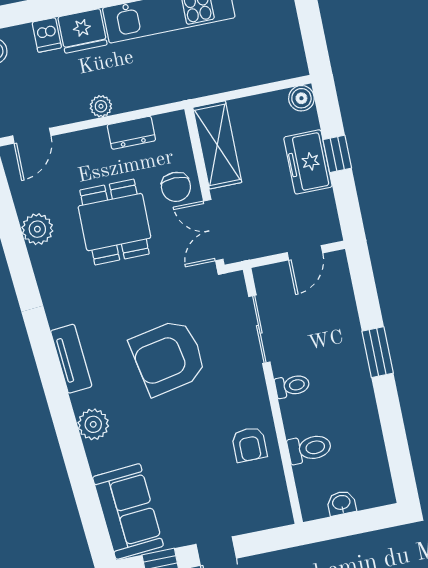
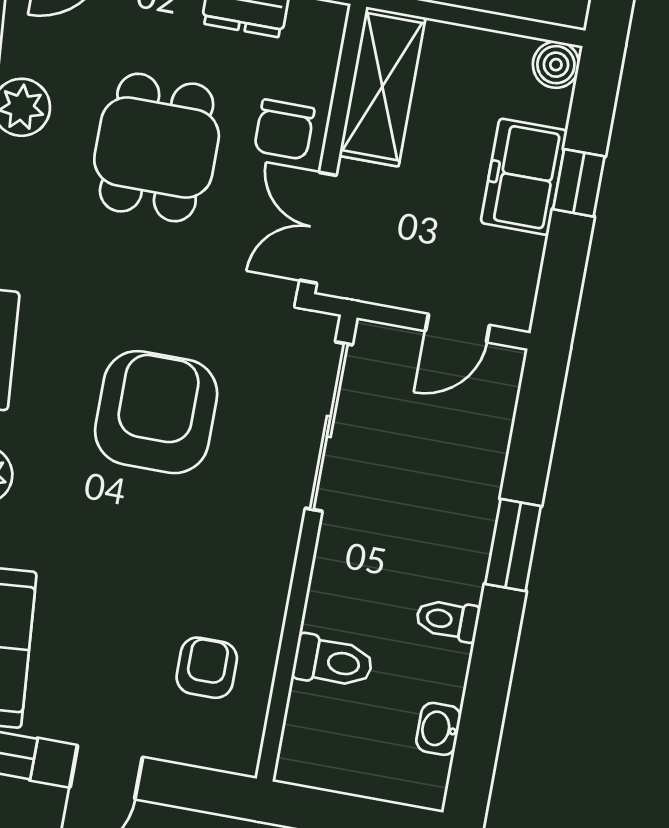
sliding door: (259, 329) -> (329, 426), width x1.37
armchair: (168, 357) -> (156, 412), turned 101
toilet: (292, 386) -> (448, 620), moved, turned 180
armchair: (249, 444) -> (207, 668), moved, turned 180
washbasin: (341, 503) -> (439, 729), moved, turned -90

